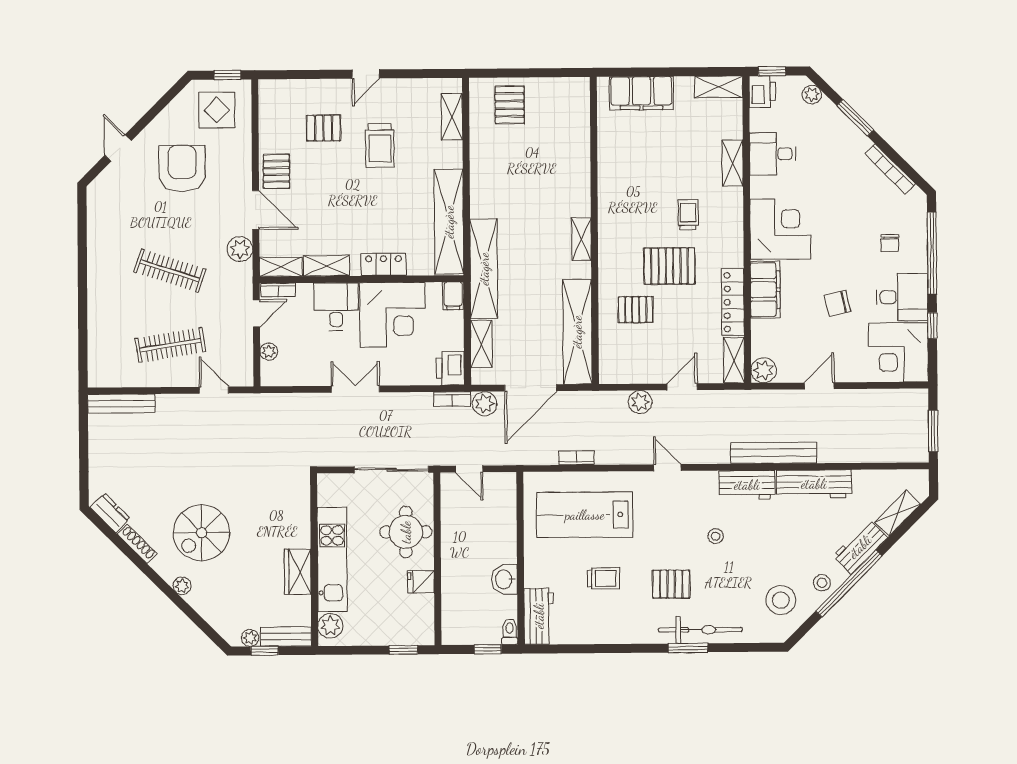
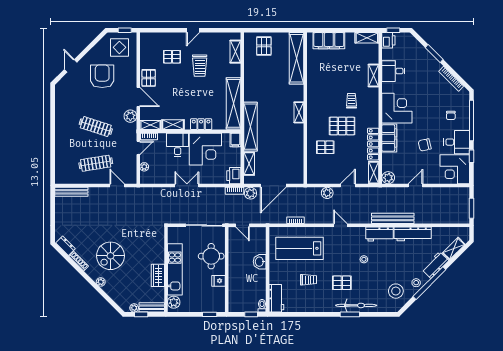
plant: (812, 94) -> (413, 42), removed
shelving: (577, 332) -> (296, 58), moved
washbasin: (504, 579) -> (260, 262), moved

